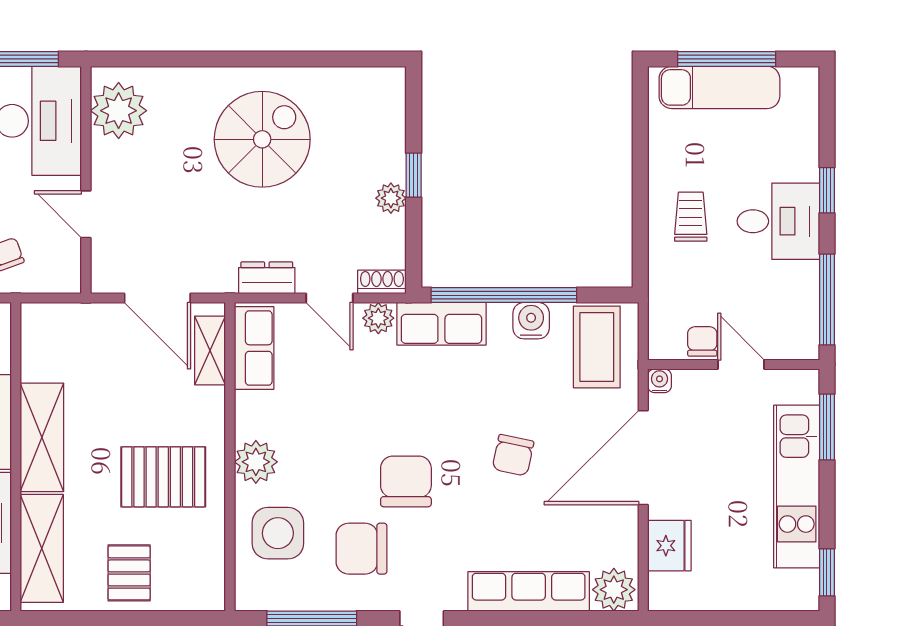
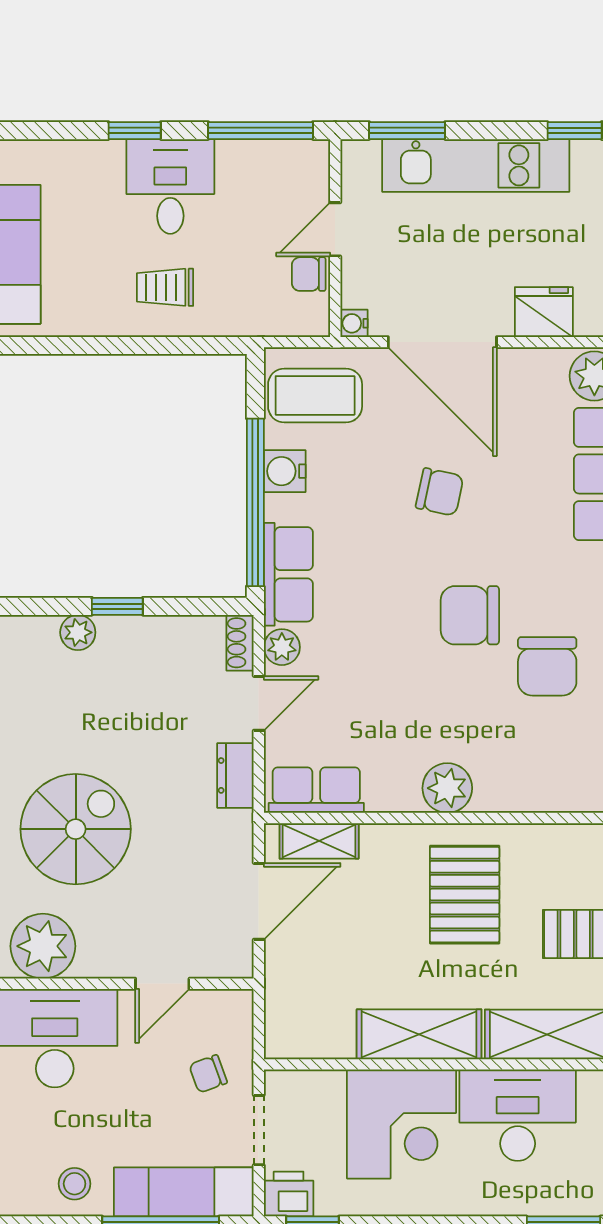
spiral stairs: (262, 139) -> (76, 829), moved, turned 90
plant: (391, 198) -> (78, 632), moved
side table: (278, 533) -> (529, 763), removed

